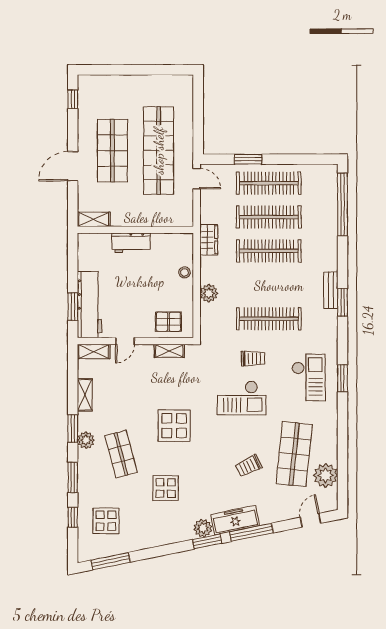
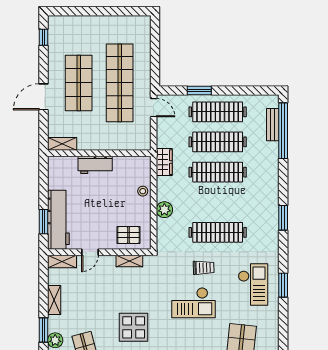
bench: (331, 290) -> (273, 125), moved

